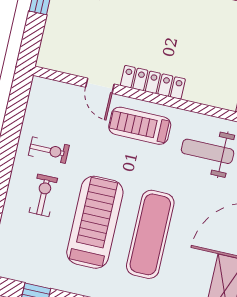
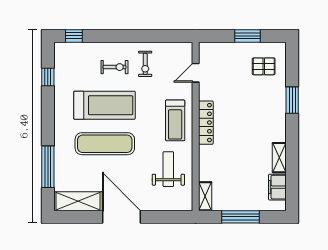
door: (100, 86) -> (196, 73), moved
treadmill: (140, 126) -> (175, 120), turned 180

